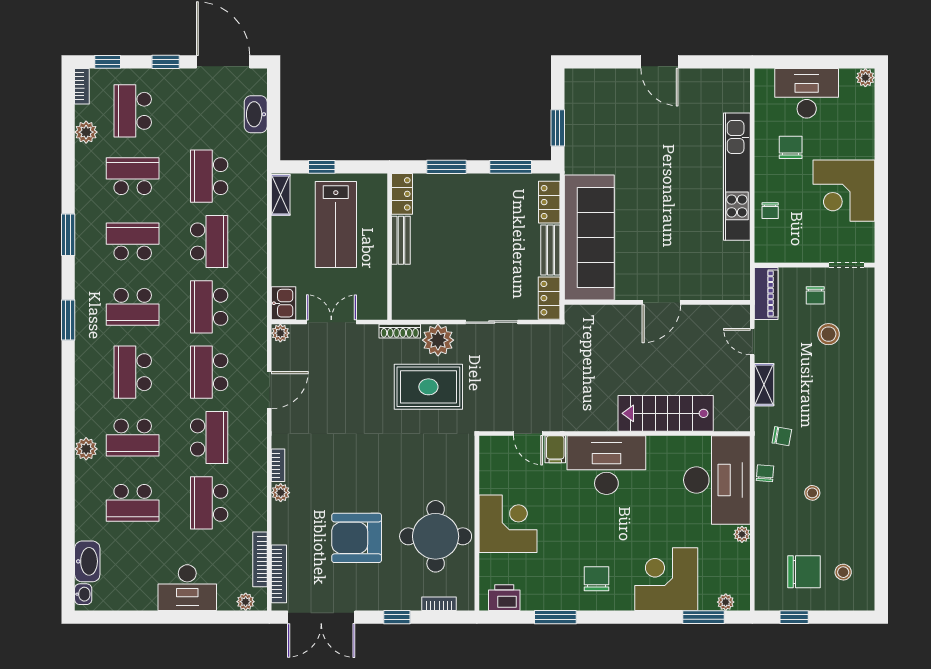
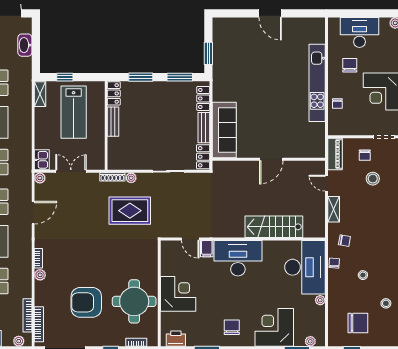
sofa: (589, 238) -> (224, 130), width x0.74, depth x0.79
plant: (438, 340) -> (131, 178), width x0.53, depth x0.53
stool: (843, 572) -> (386, 303), moved

